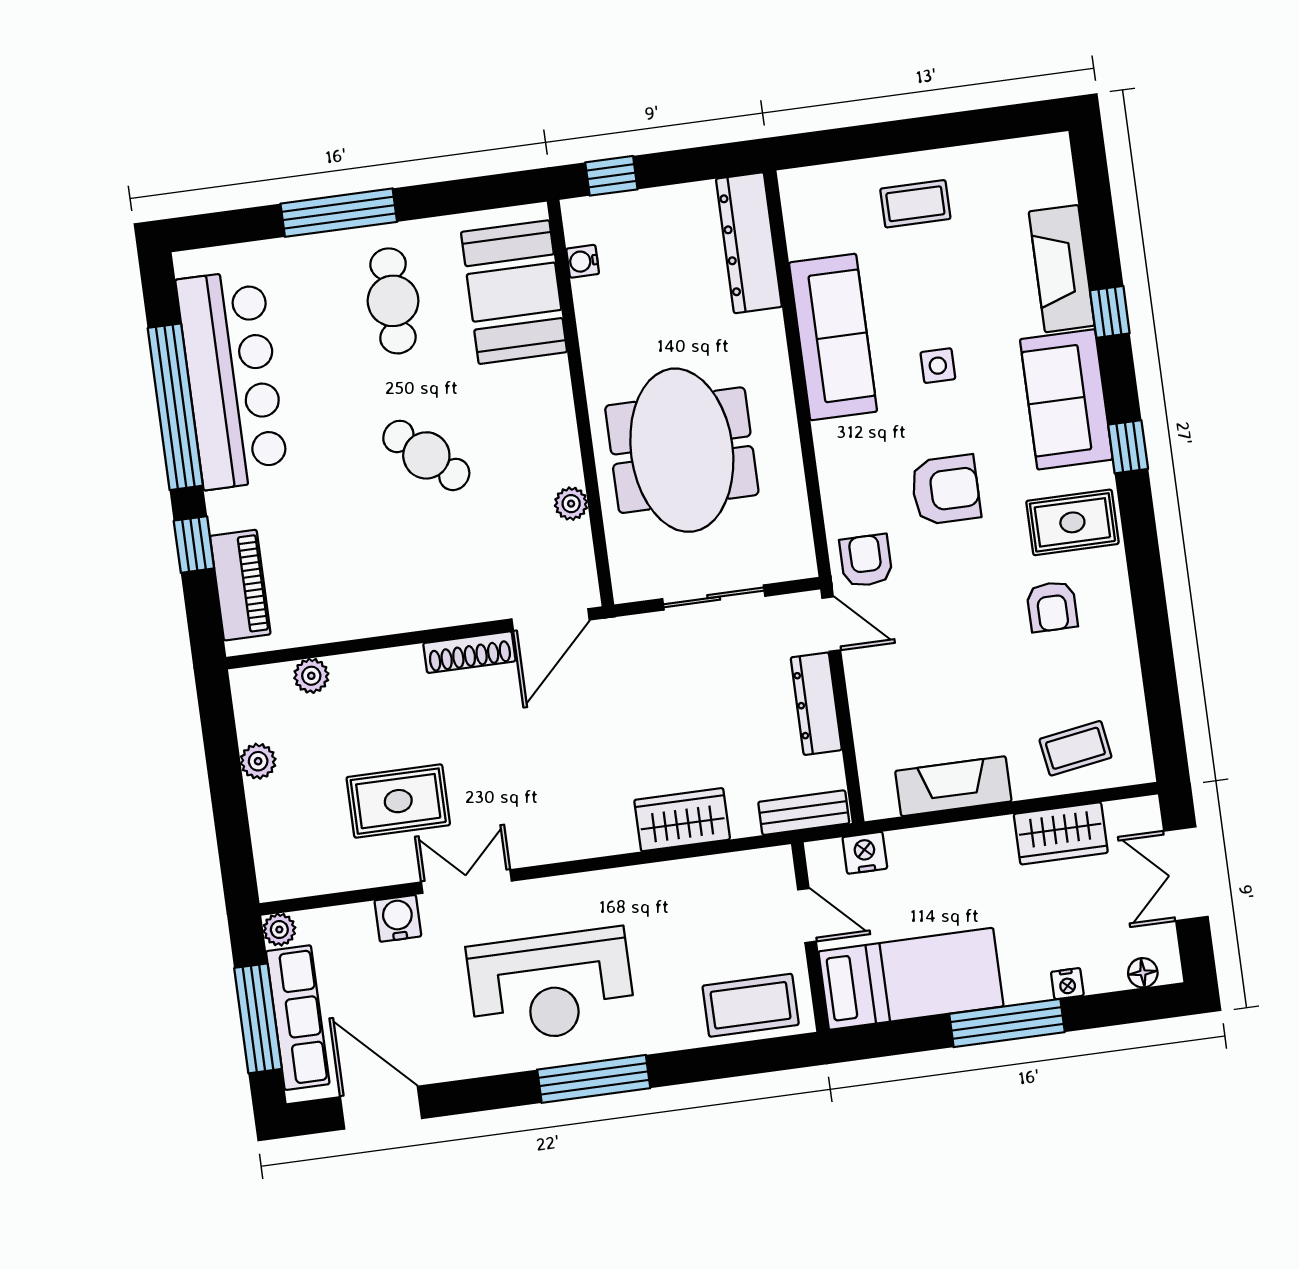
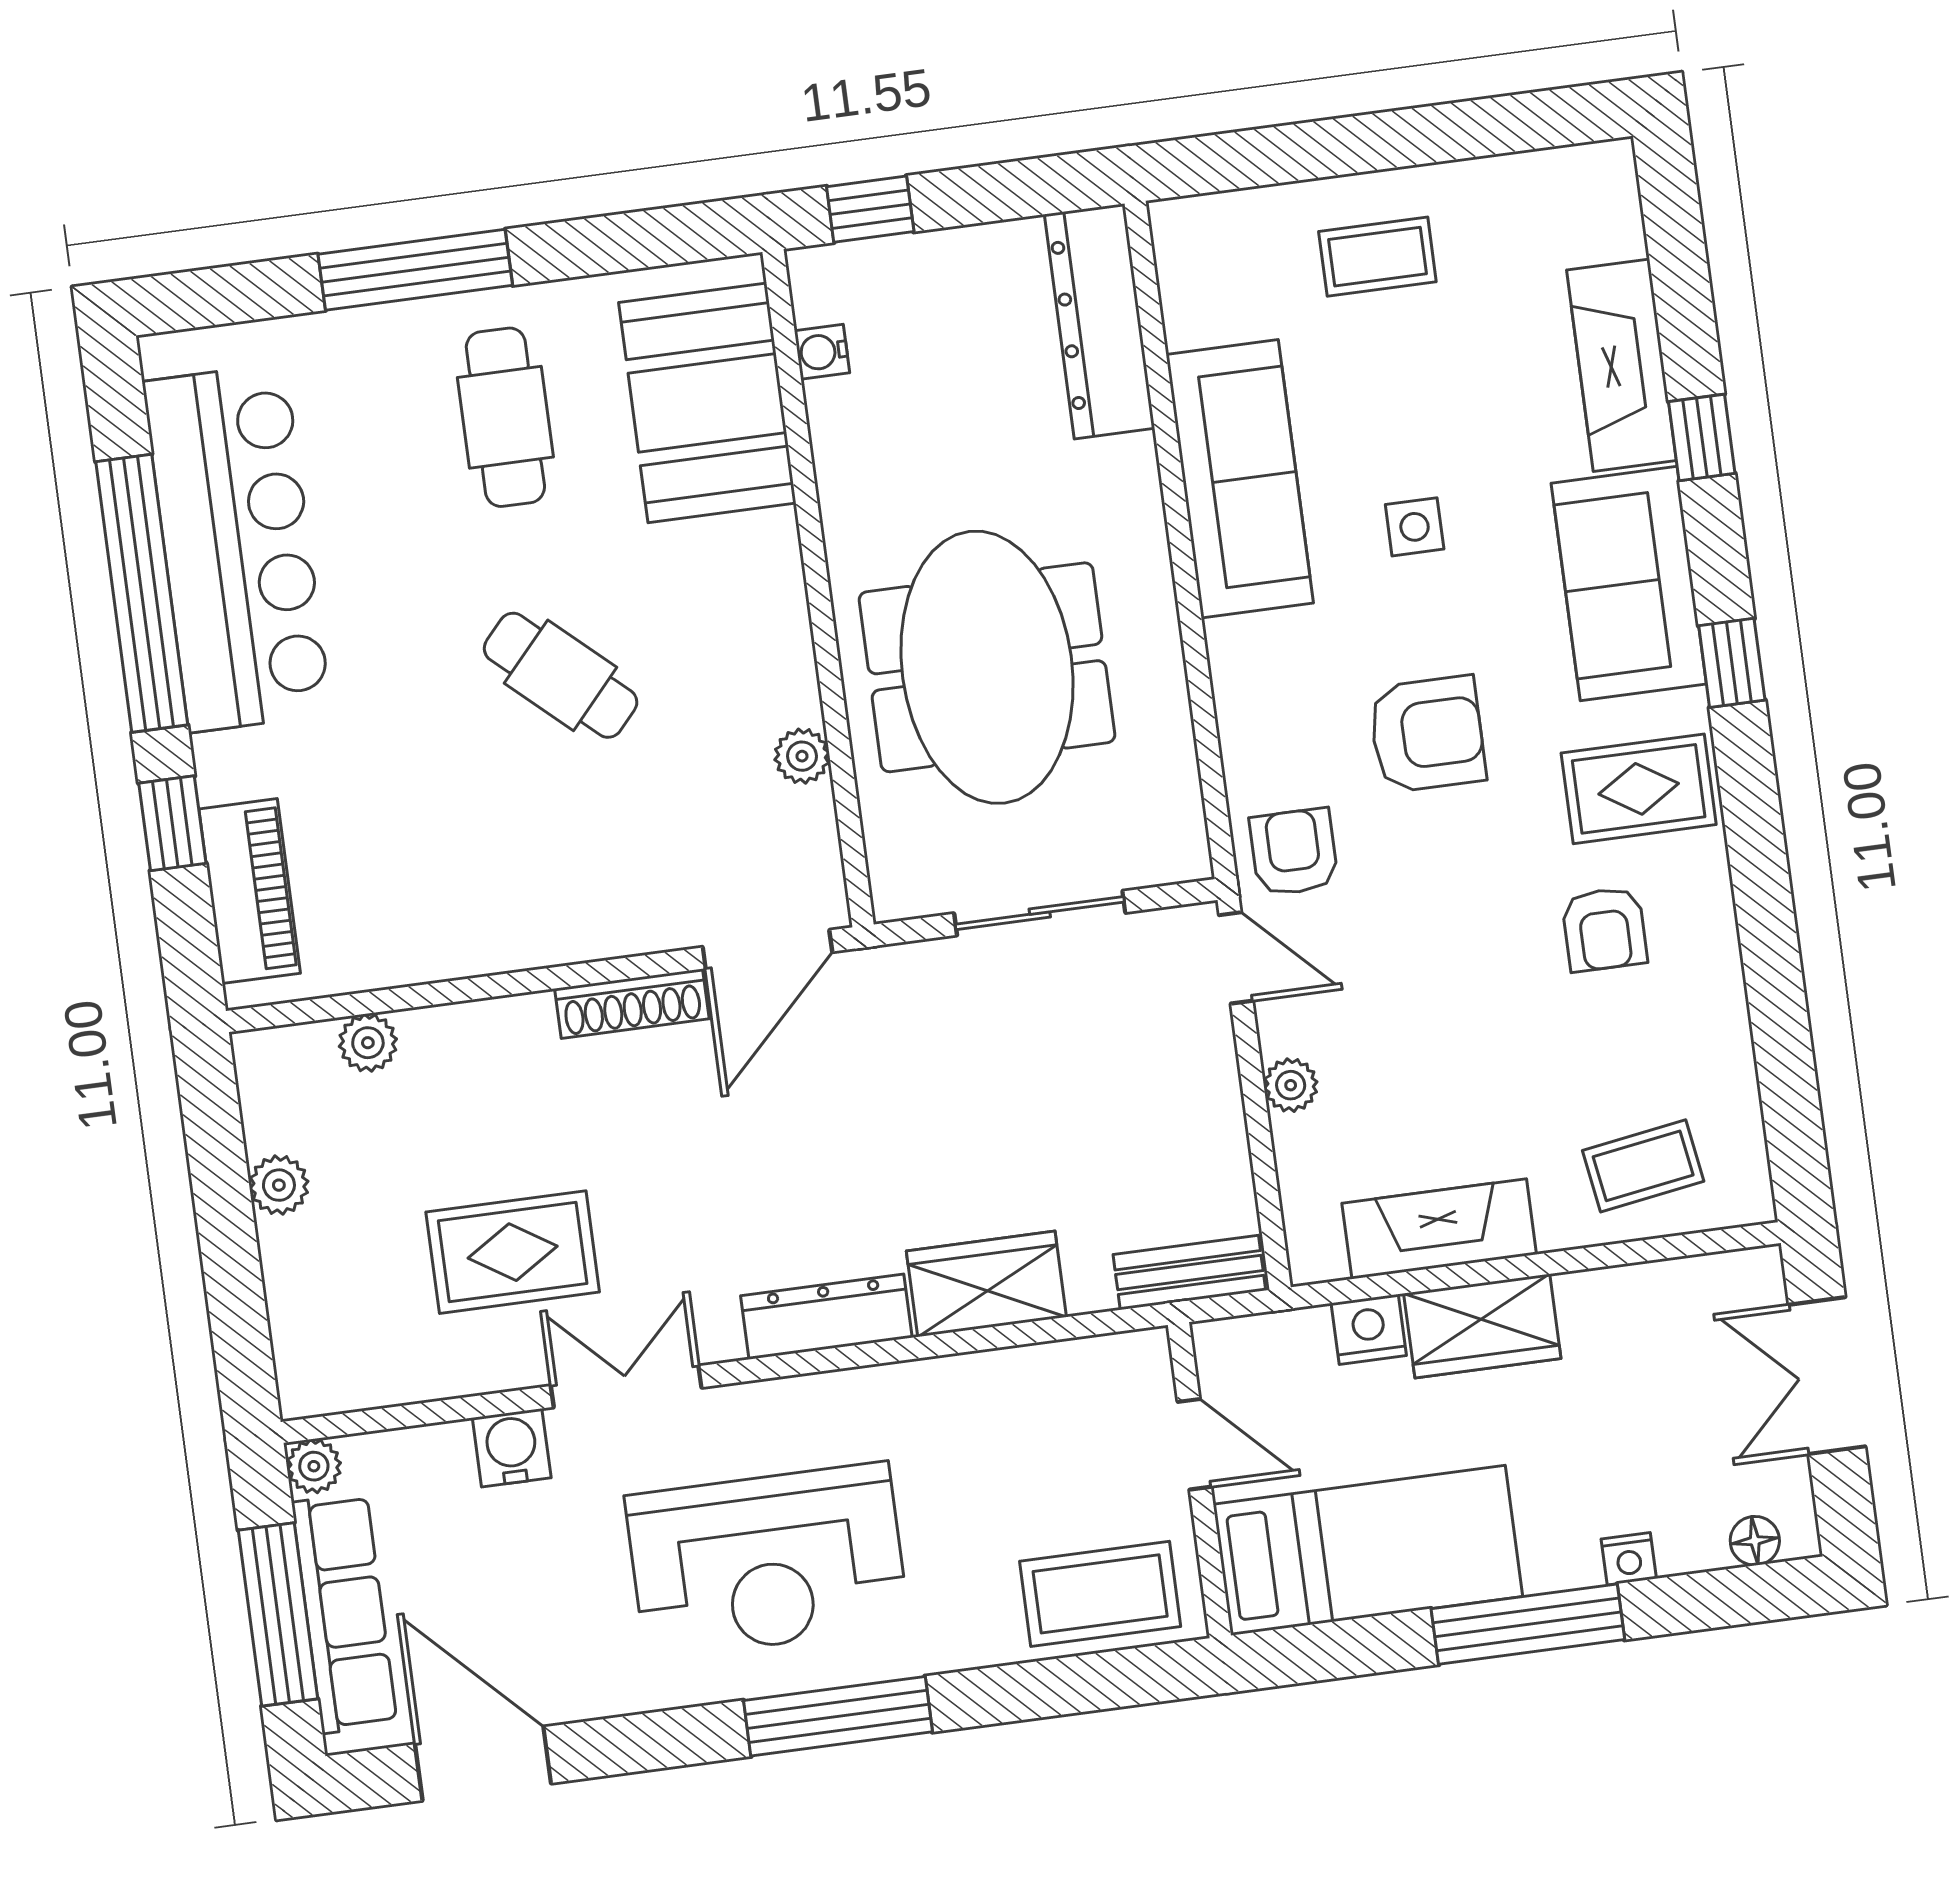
plant: (864, 700) -> (1291, 1085), added
dresser: (816, 704) -> (826, 1317), moved, turned 90
wardrobe: (1061, 833) -> (1482, 1326), moved
nightstand: (865, 853) -> (1369, 1329), moved

